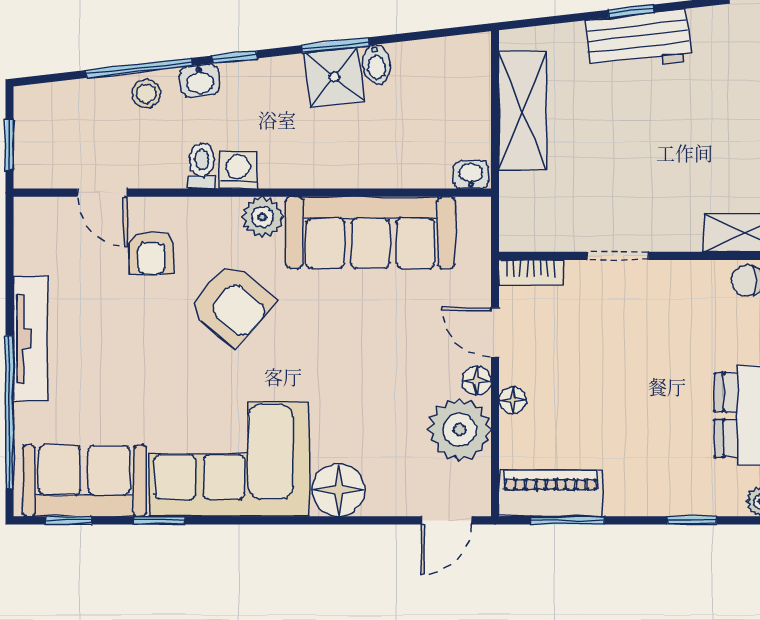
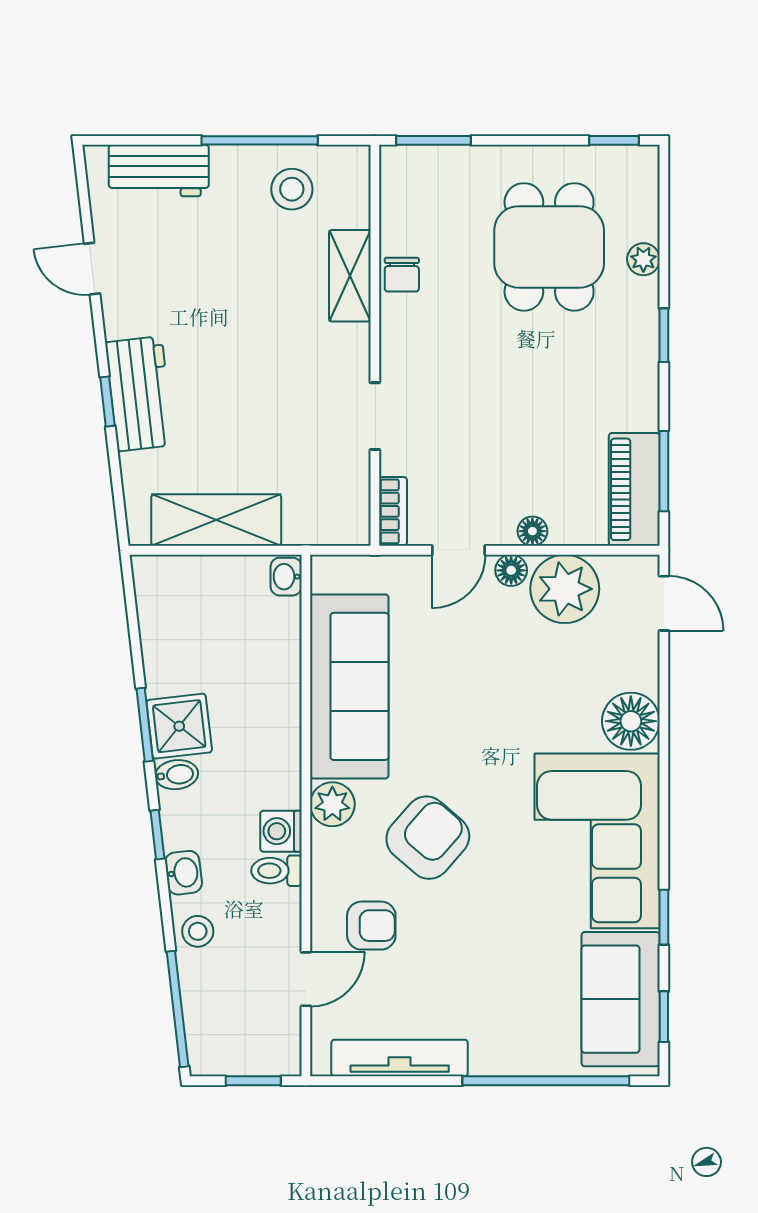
bidet: (377, 64) -> (177, 775), moved
window: (139, 68) -> (178, 1009), moved
tv unit: (30, 339) -> (400, 1058), moved

